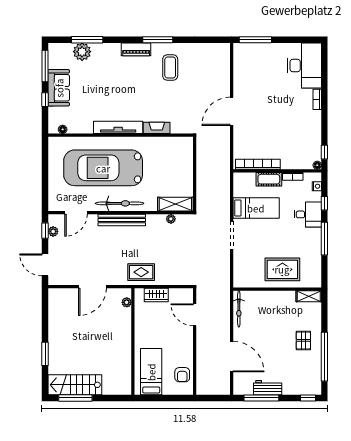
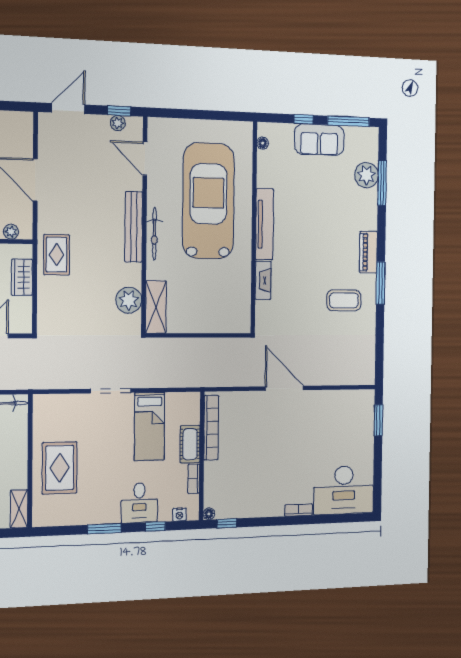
window: (255, 40) -> (378, 420), width x0.69
bicycle: (120, 203) -> (154, 234), width x0.73, depth x0.71
plant: (171, 219) -> (129, 300), width x1.87, depth x1.87
window: (324, 239) -> (104, 529), width x0.69

